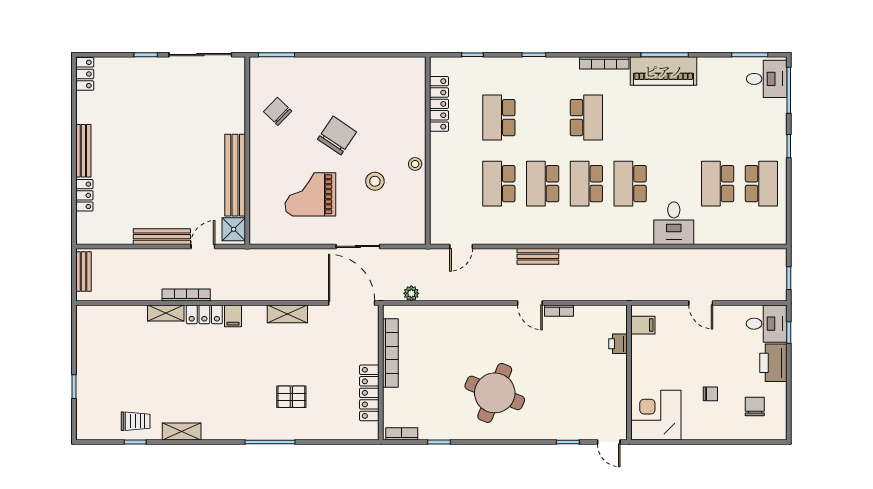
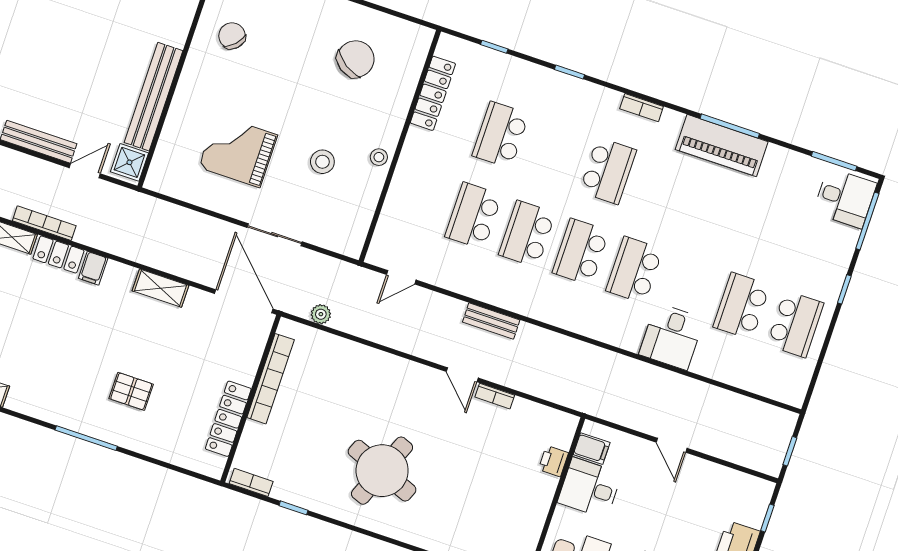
bookcase: (604, 63) -> (642, 108), width x0.64
chair: (337, 136) -> (356, 59), moved
desk: (767, 324) -> (590, 488), moved, turned 180

